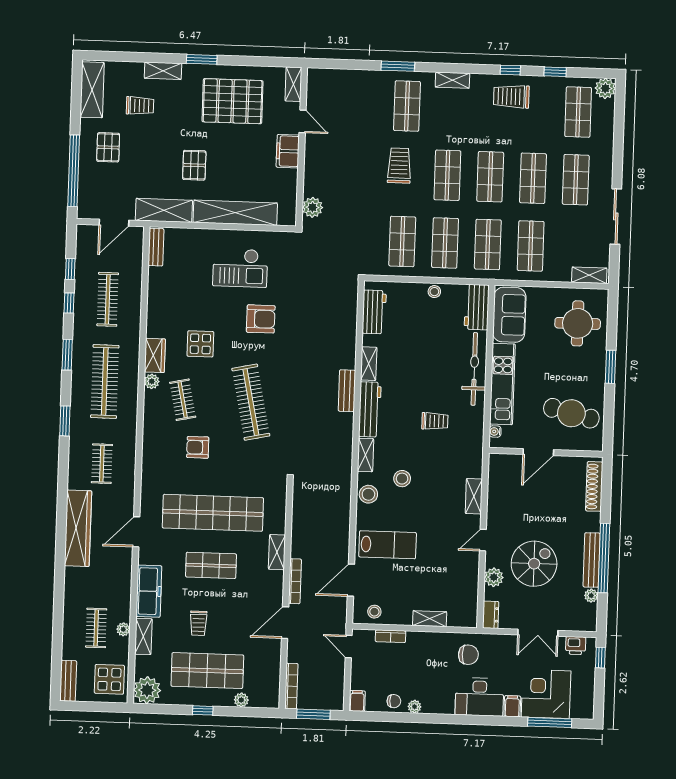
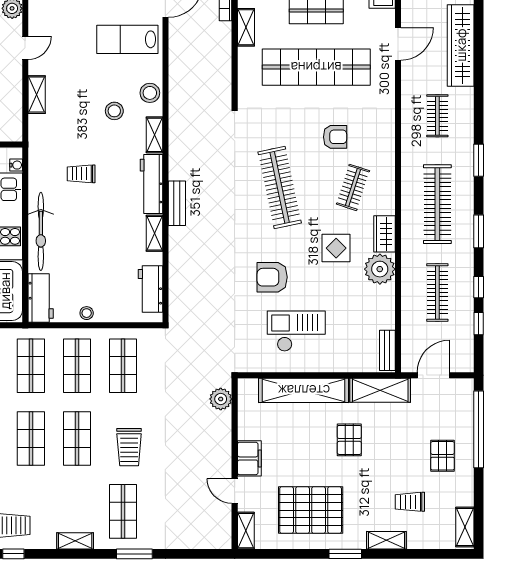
shelving: (92, 90) -> (465, 527), width x0.67, depth x0.75
plant: (152, 381) -> (380, 269), moved, width x1.88, depth x1.88
clothes rail: (183, 400) -> (353, 187), turned 30

